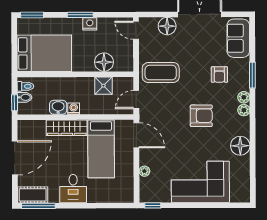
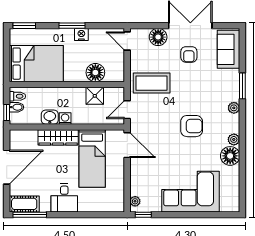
armchair: (219, 75) -> (189, 54), moved
plant: (244, 110) -> (234, 139), moved
plant: (144, 171) -> (135, 201), moved

